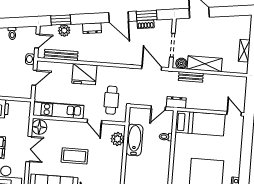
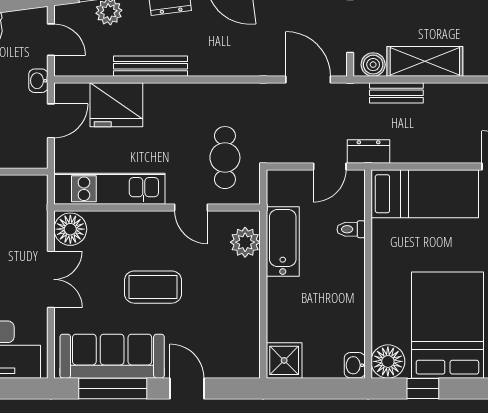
door: (37, 41) -> (51, 40), hinge flipped
bench: (61, 55) -> (151, 66), moved
fridge: (84, 74) -> (116, 105), moved

